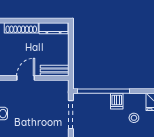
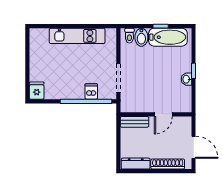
dishwasher: (117, 101) -> (91, 91), moved
stool: (134, 118) -> (56, 75), removed

